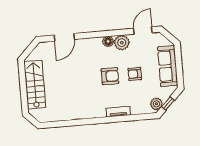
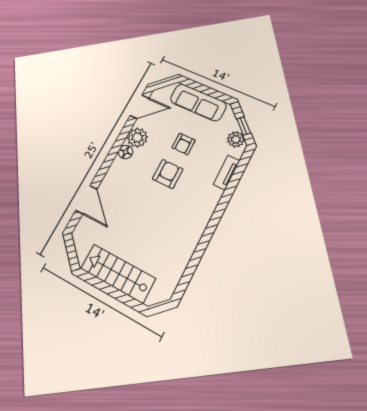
door: (143, 31) -> (140, 107), swing flipped
tv unit: (118, 112) -> (227, 173), moved

